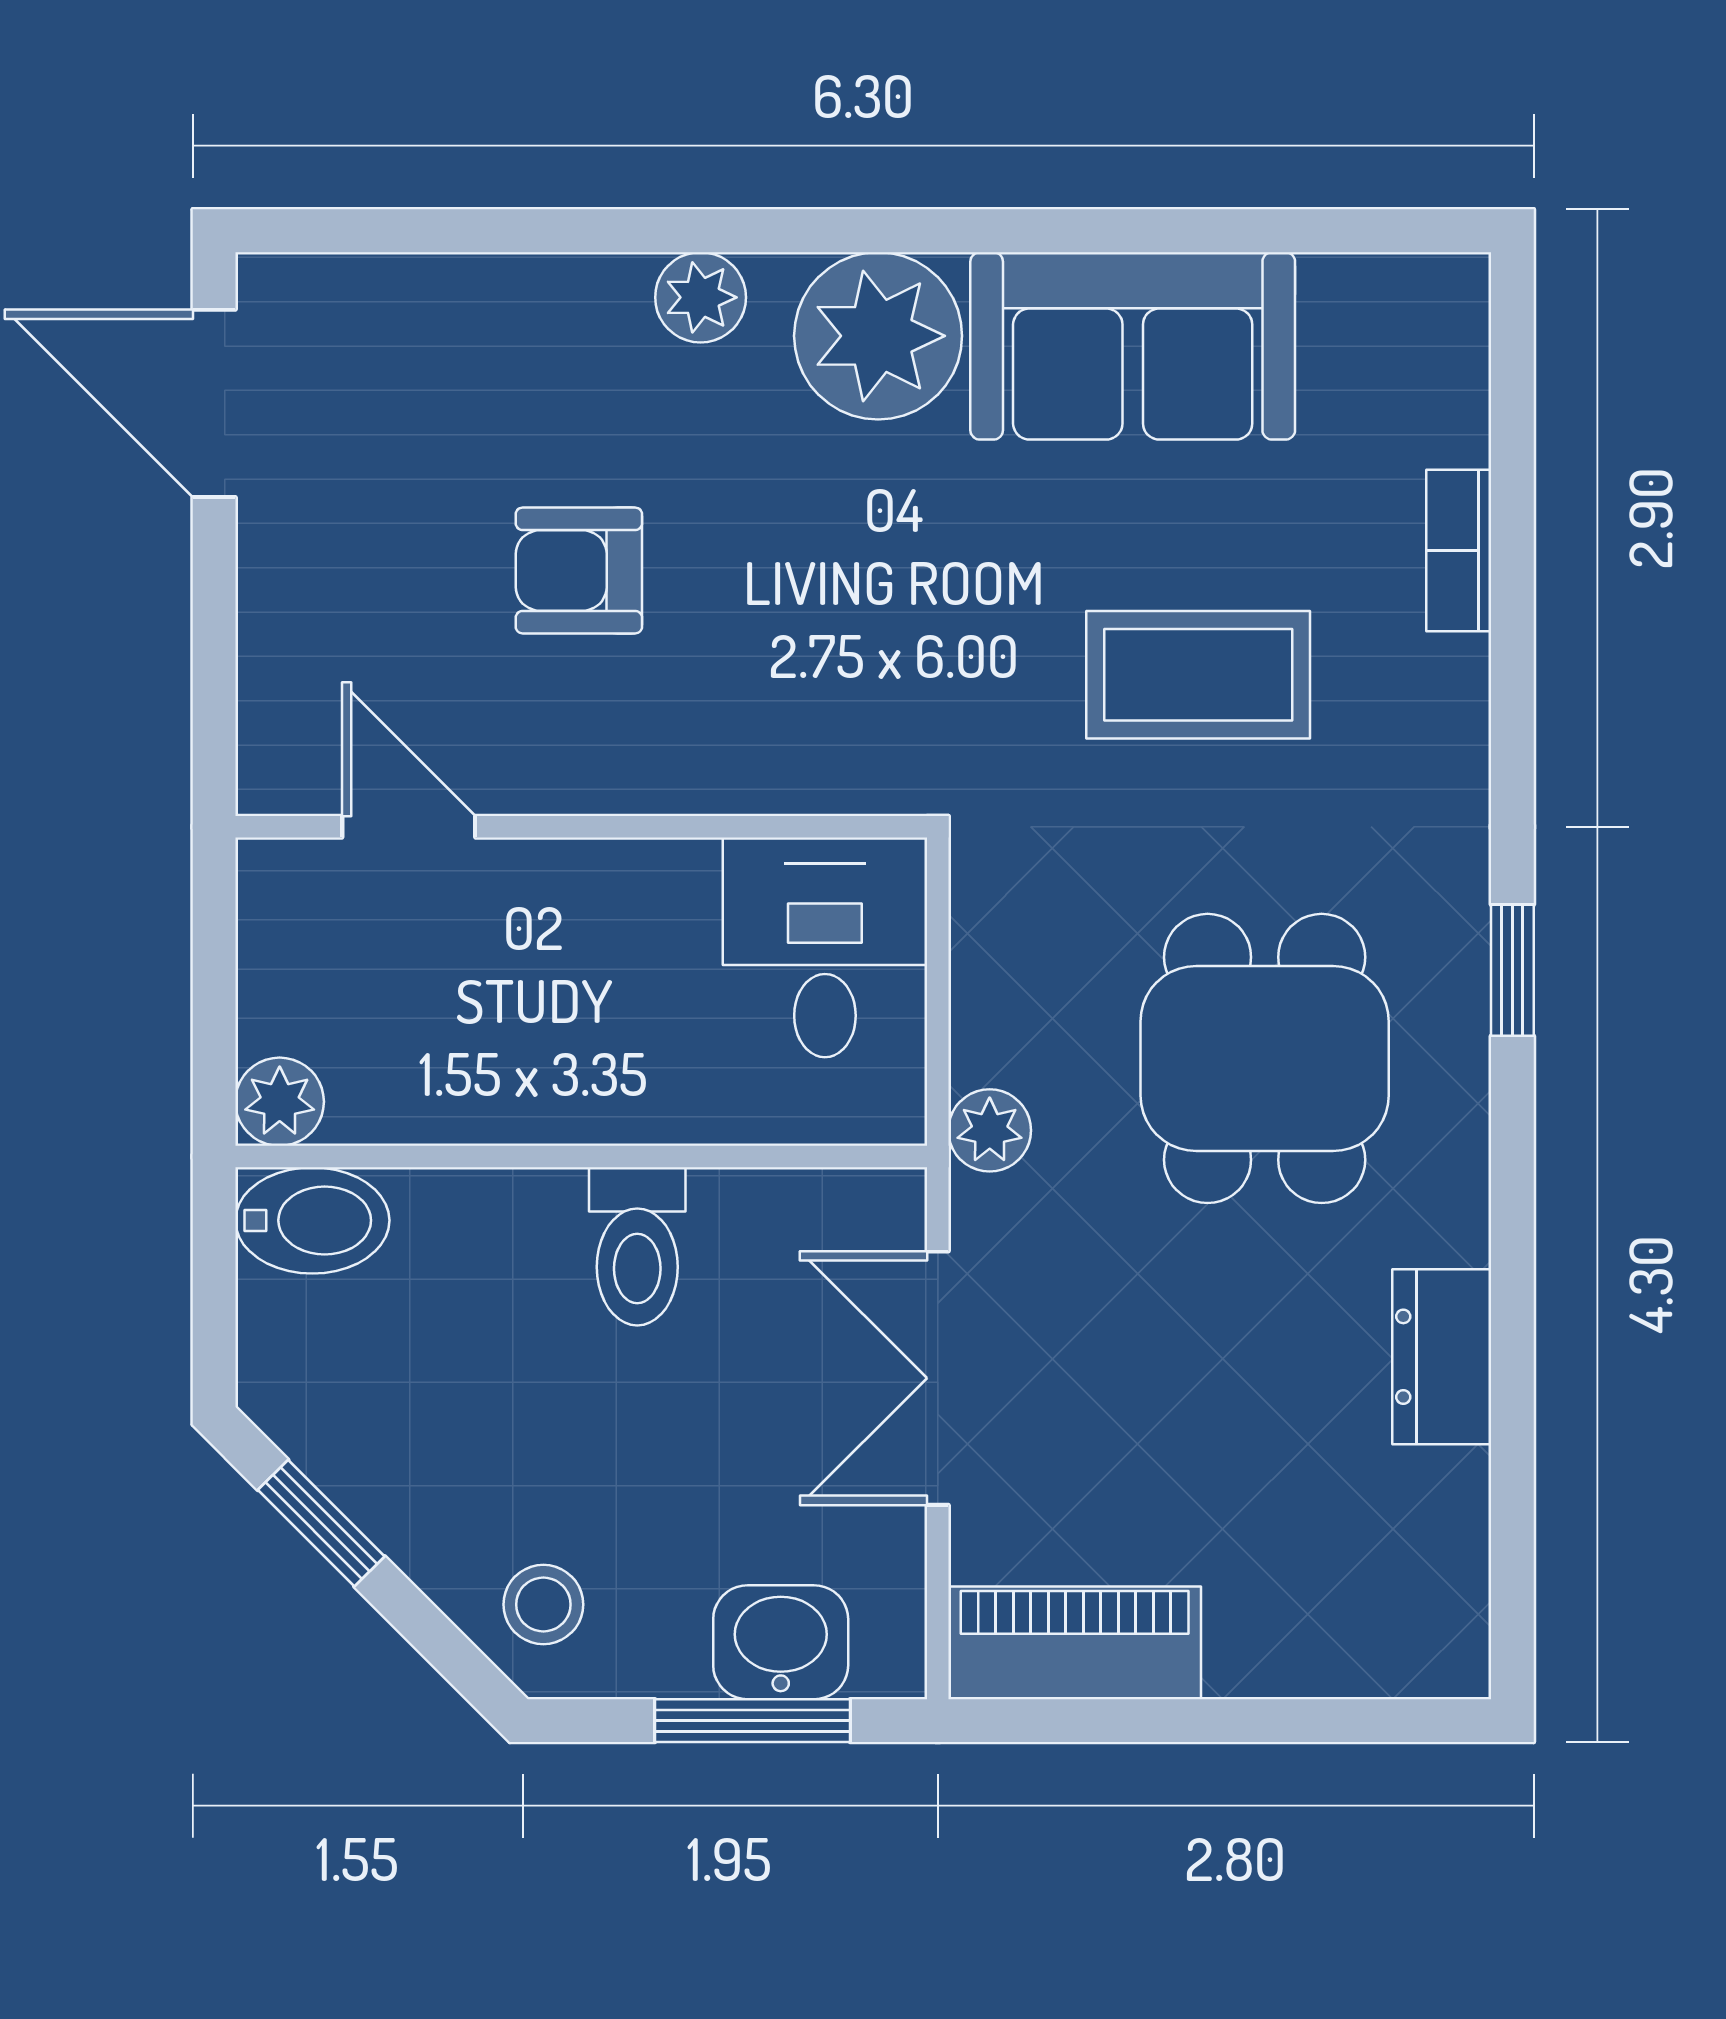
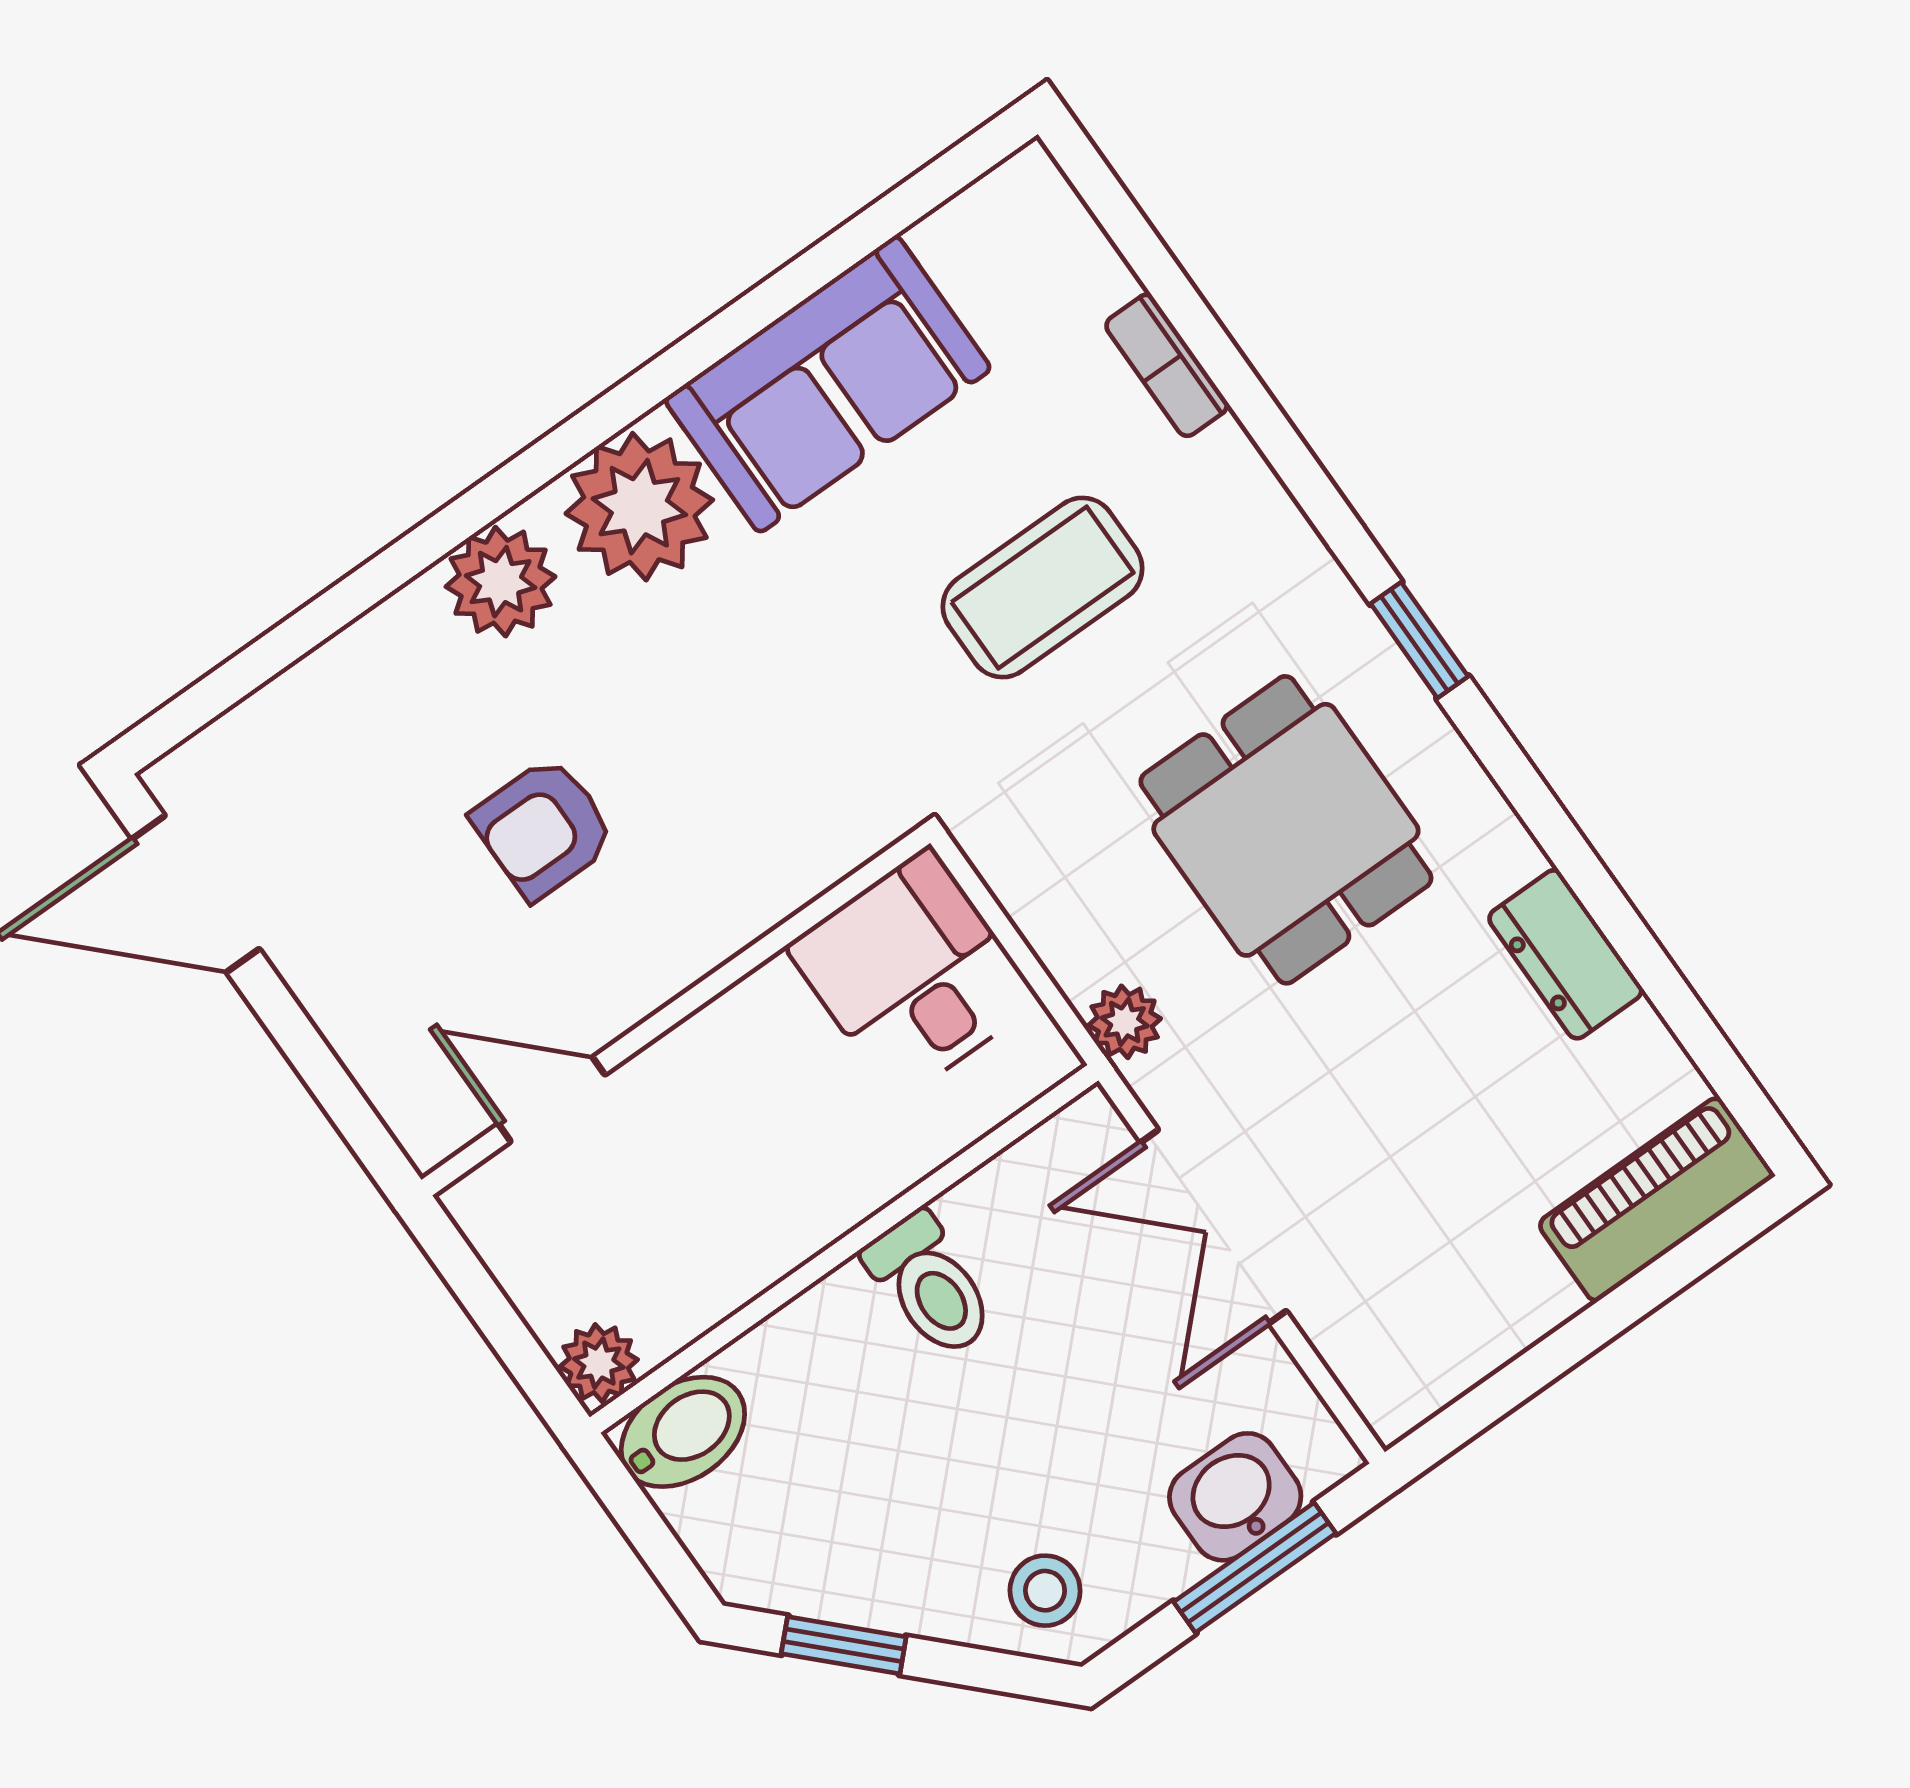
plant: (701, 297) -> (501, 582), width x1.38, depth x1.38
piano: (1075, 1643) -> (1656, 1200), moved

